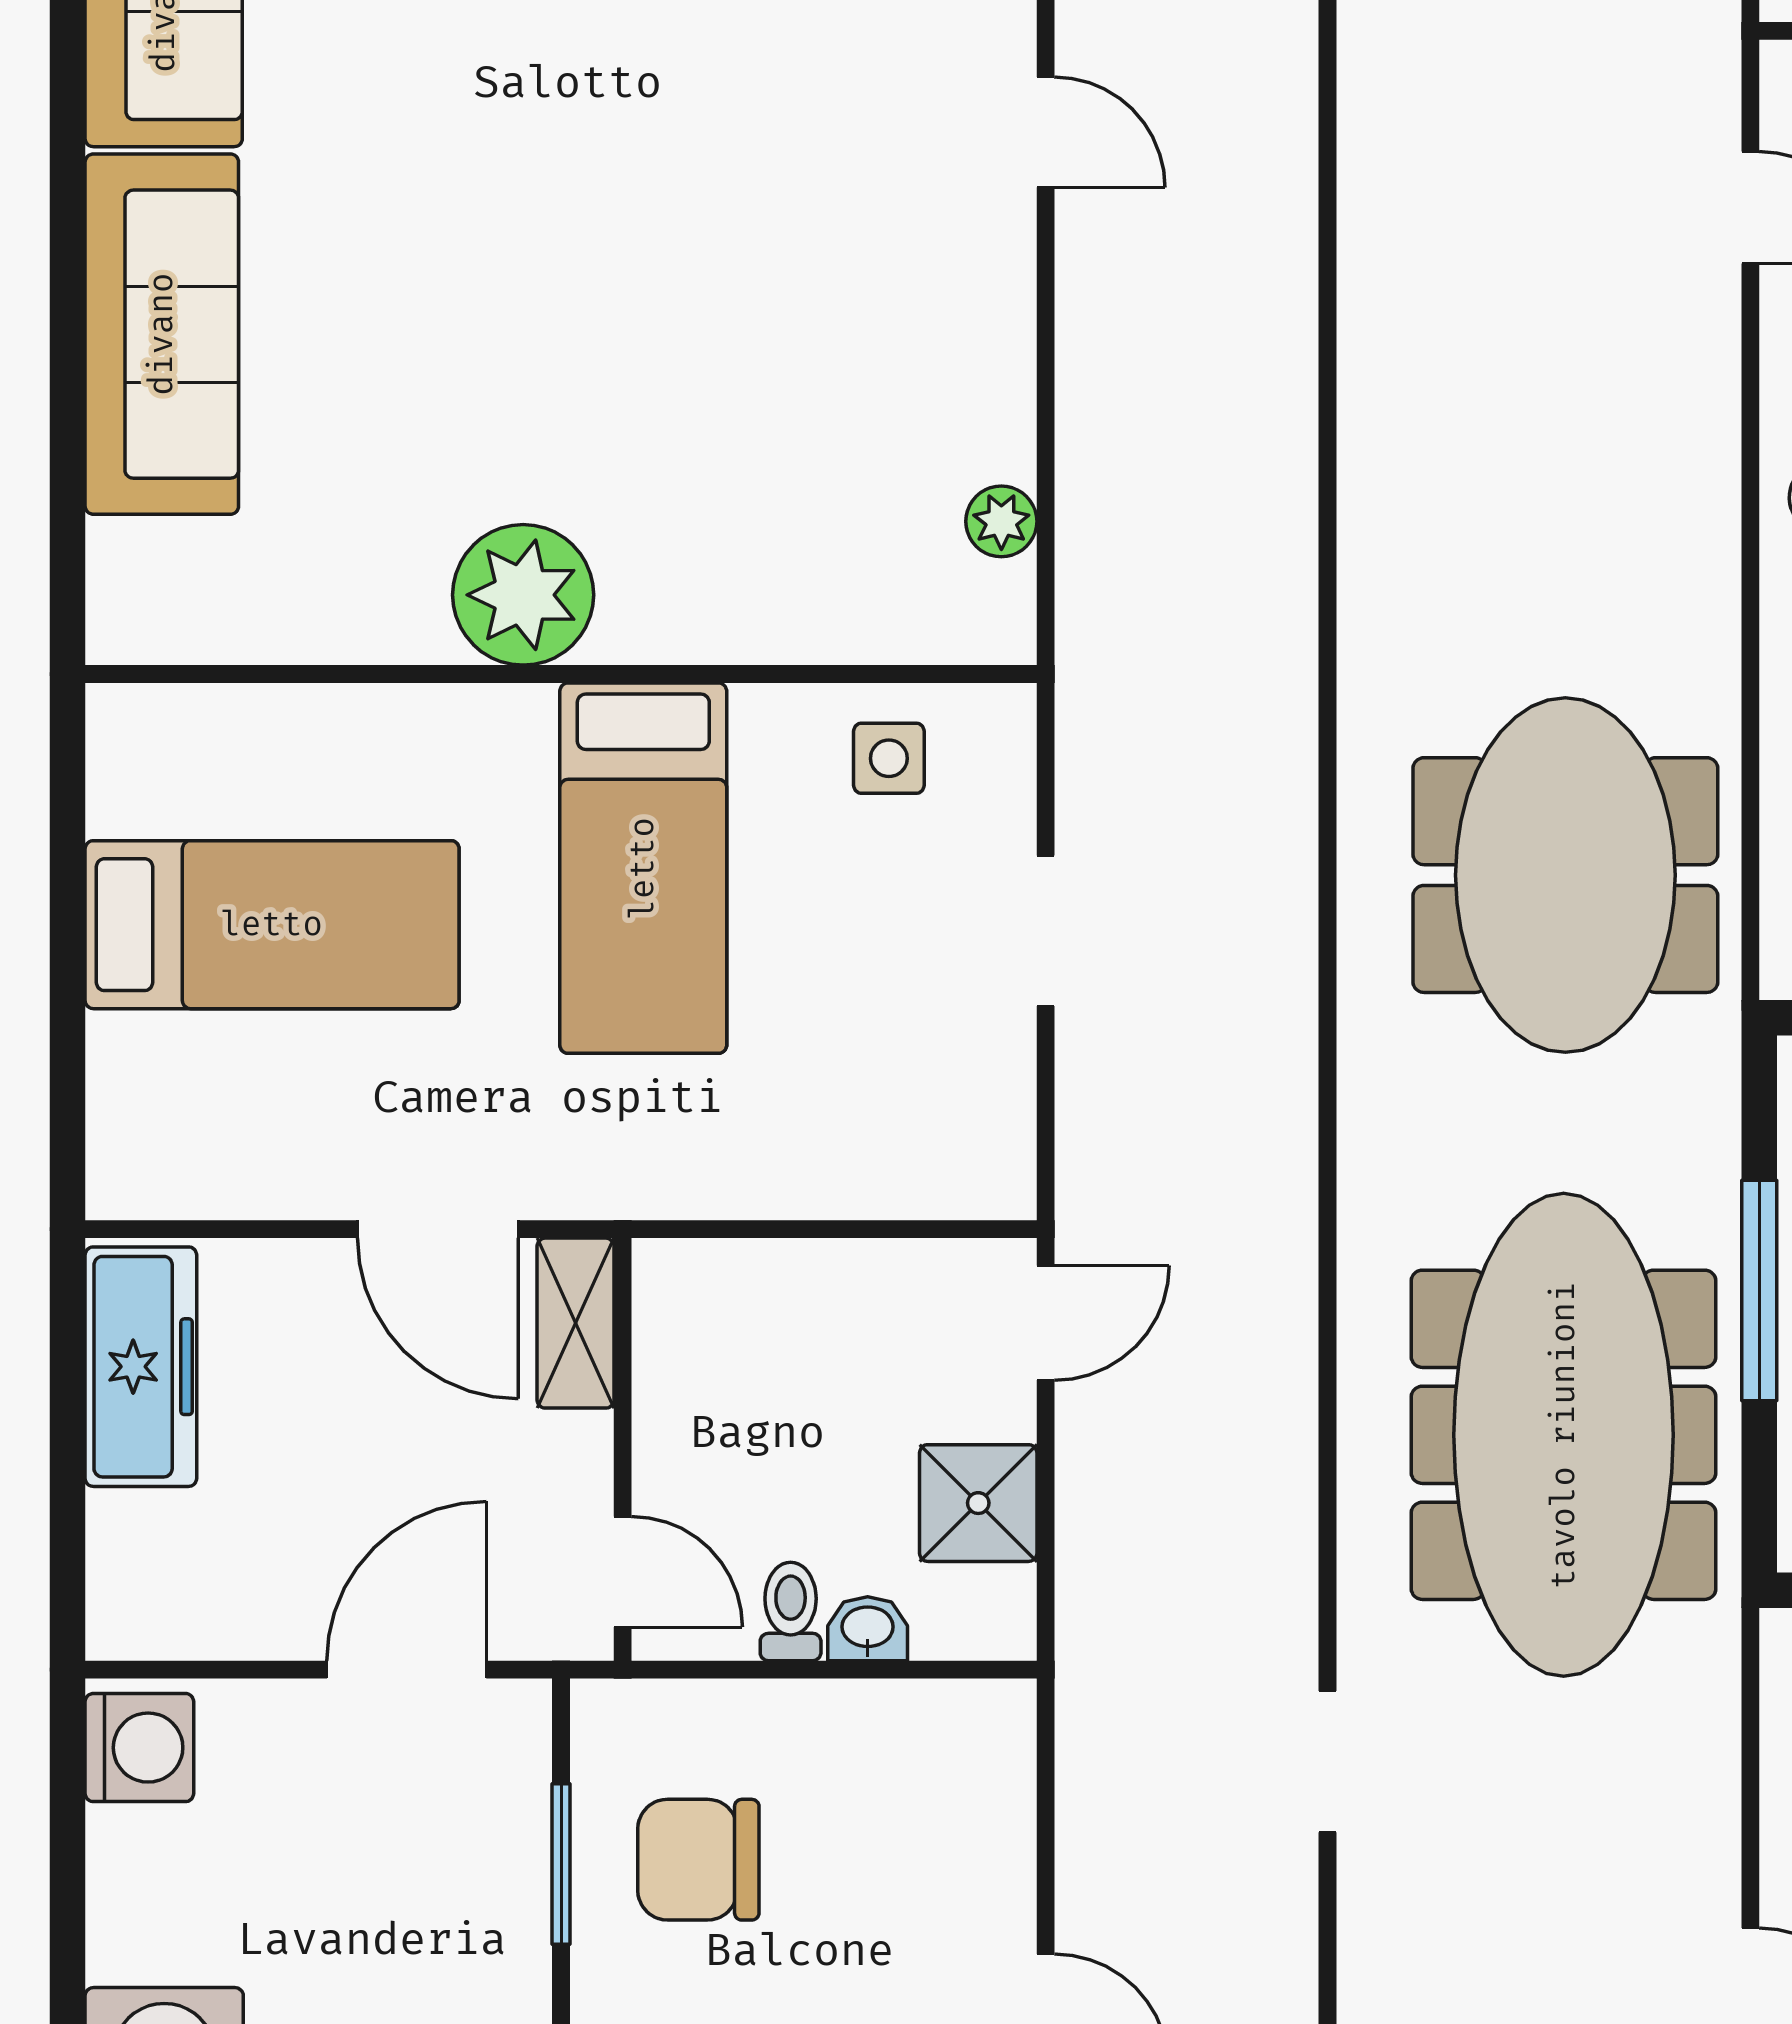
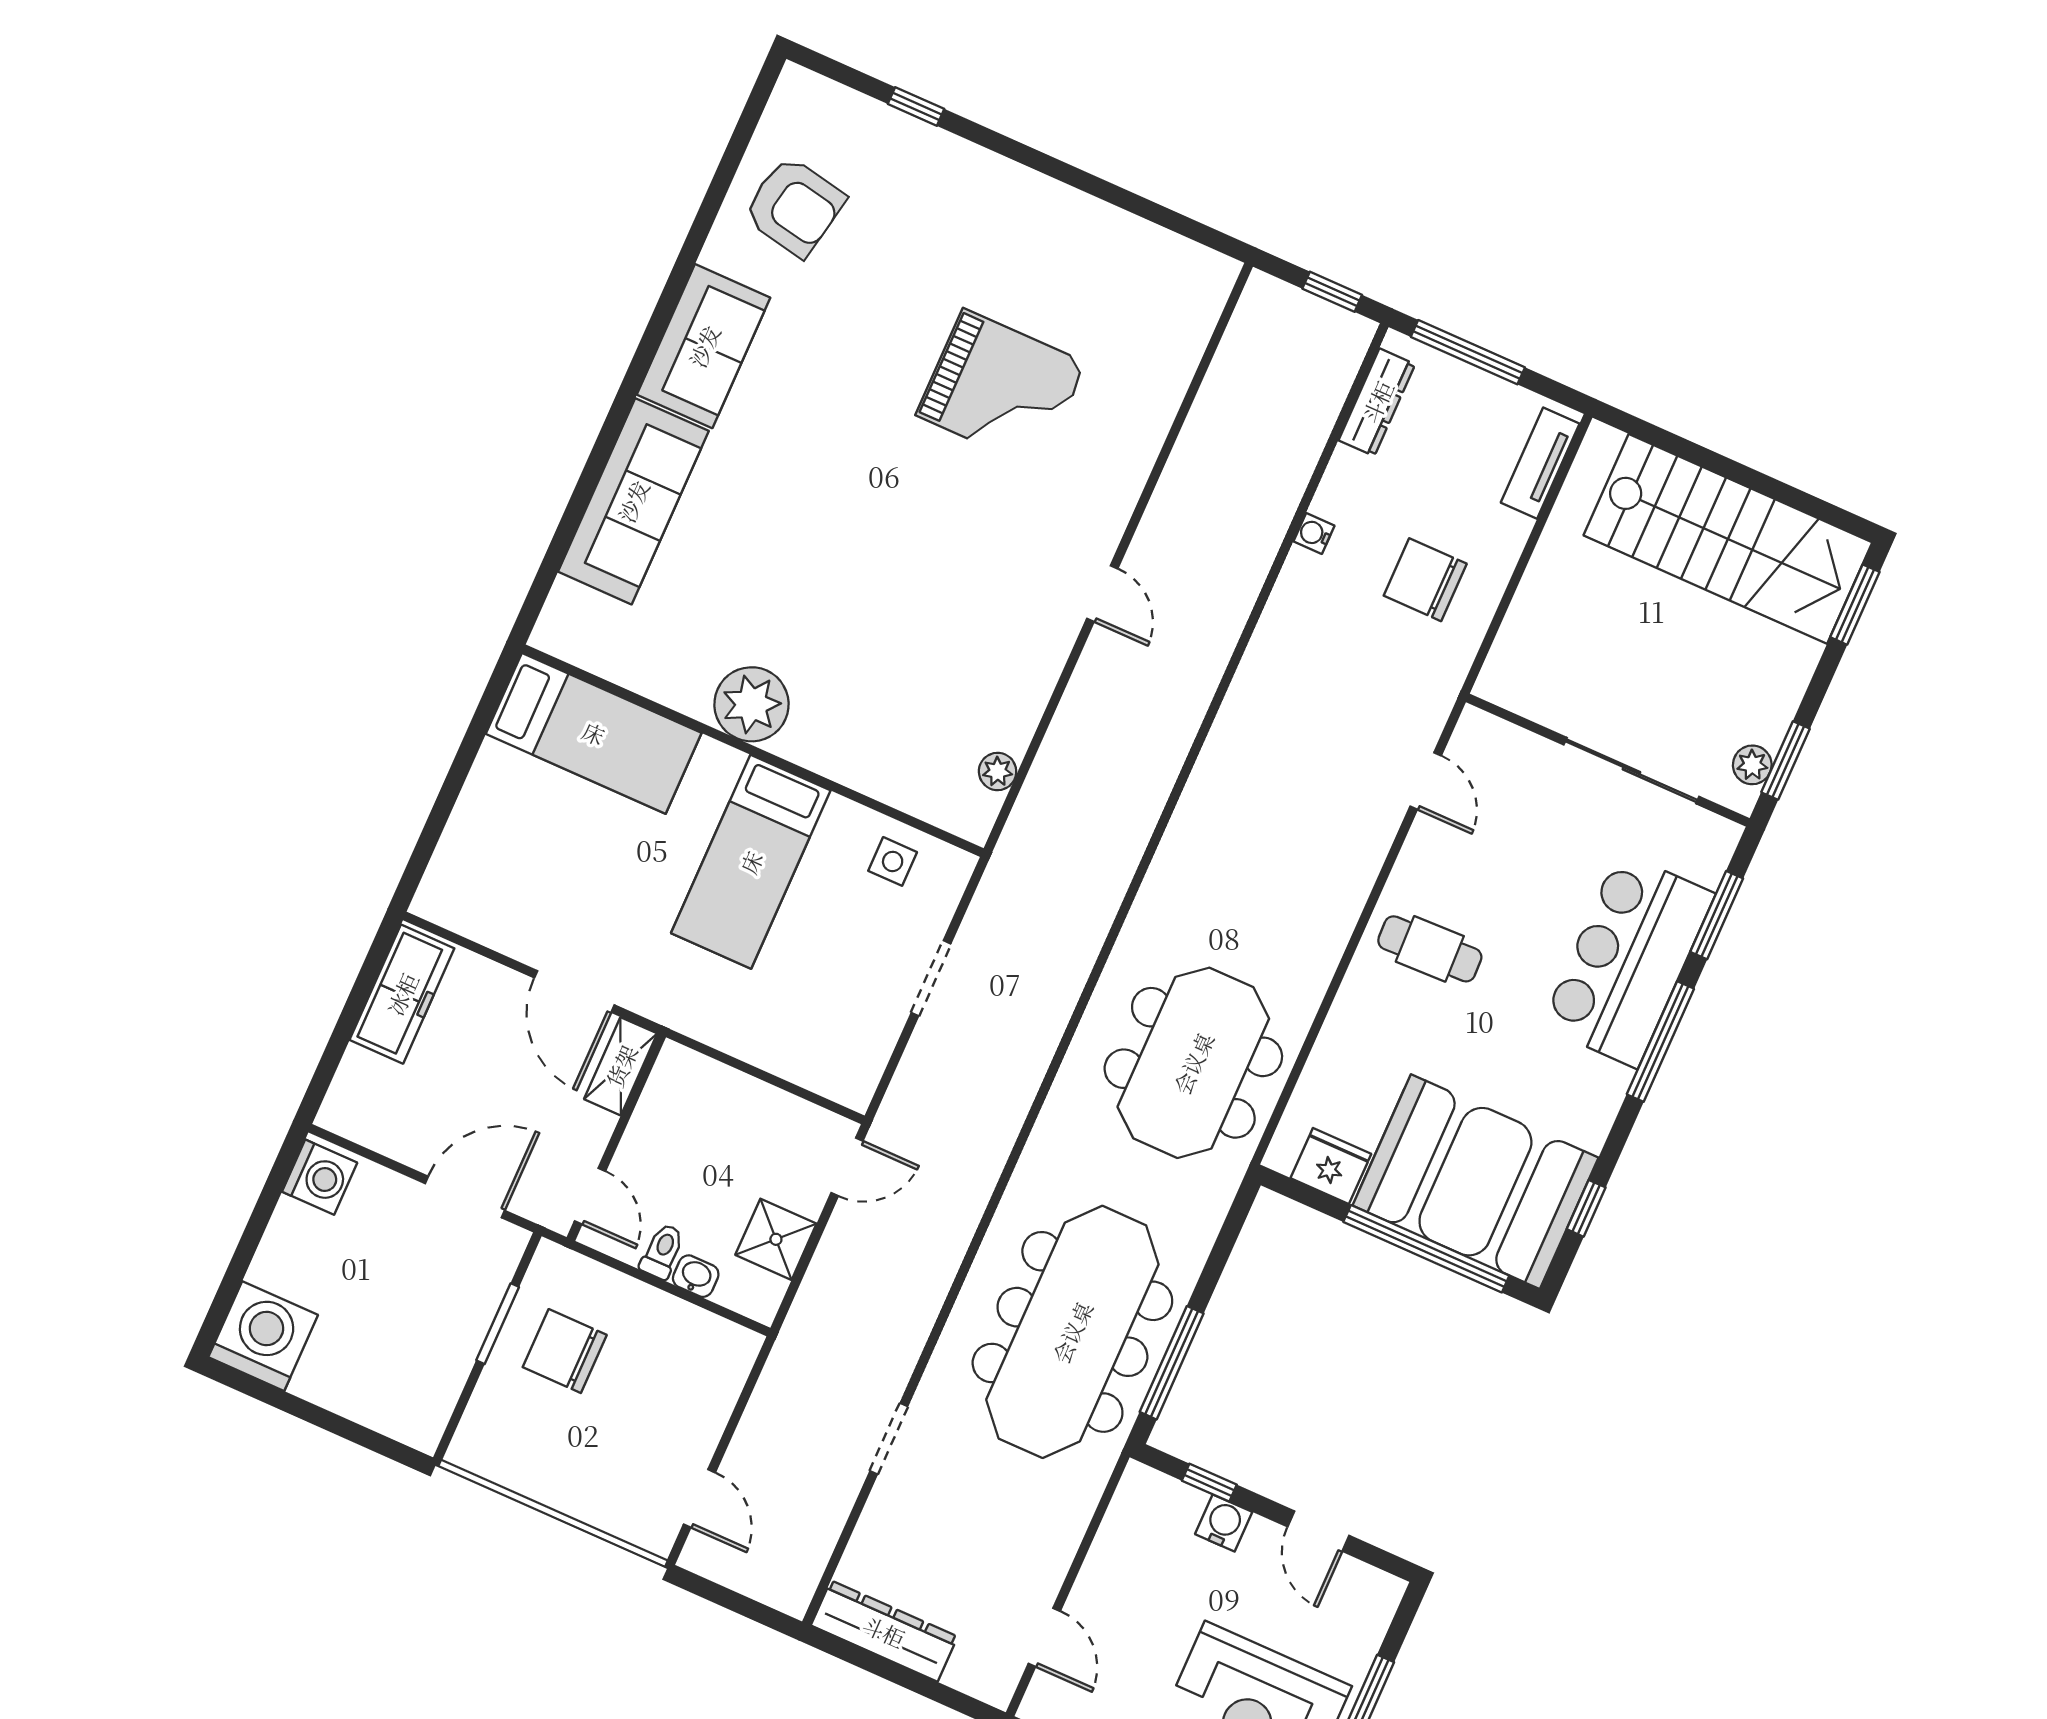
bed: (272, 925) -> (594, 733), moved
window: (1759, 1291) -> (1172, 1363), moved

